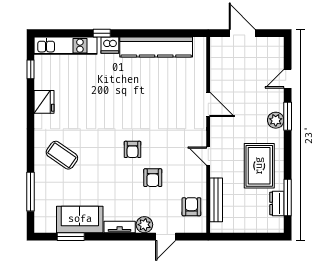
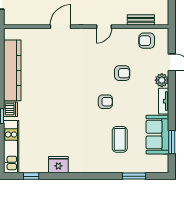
armchair: (132, 149) -> (105, 102), moved
coffee table: (62, 155) -> (120, 139), moved, turned -35
window: (31, 192) -> (134, 176), width x0.69
bench: (216, 200) -> (141, 20), width x0.73

